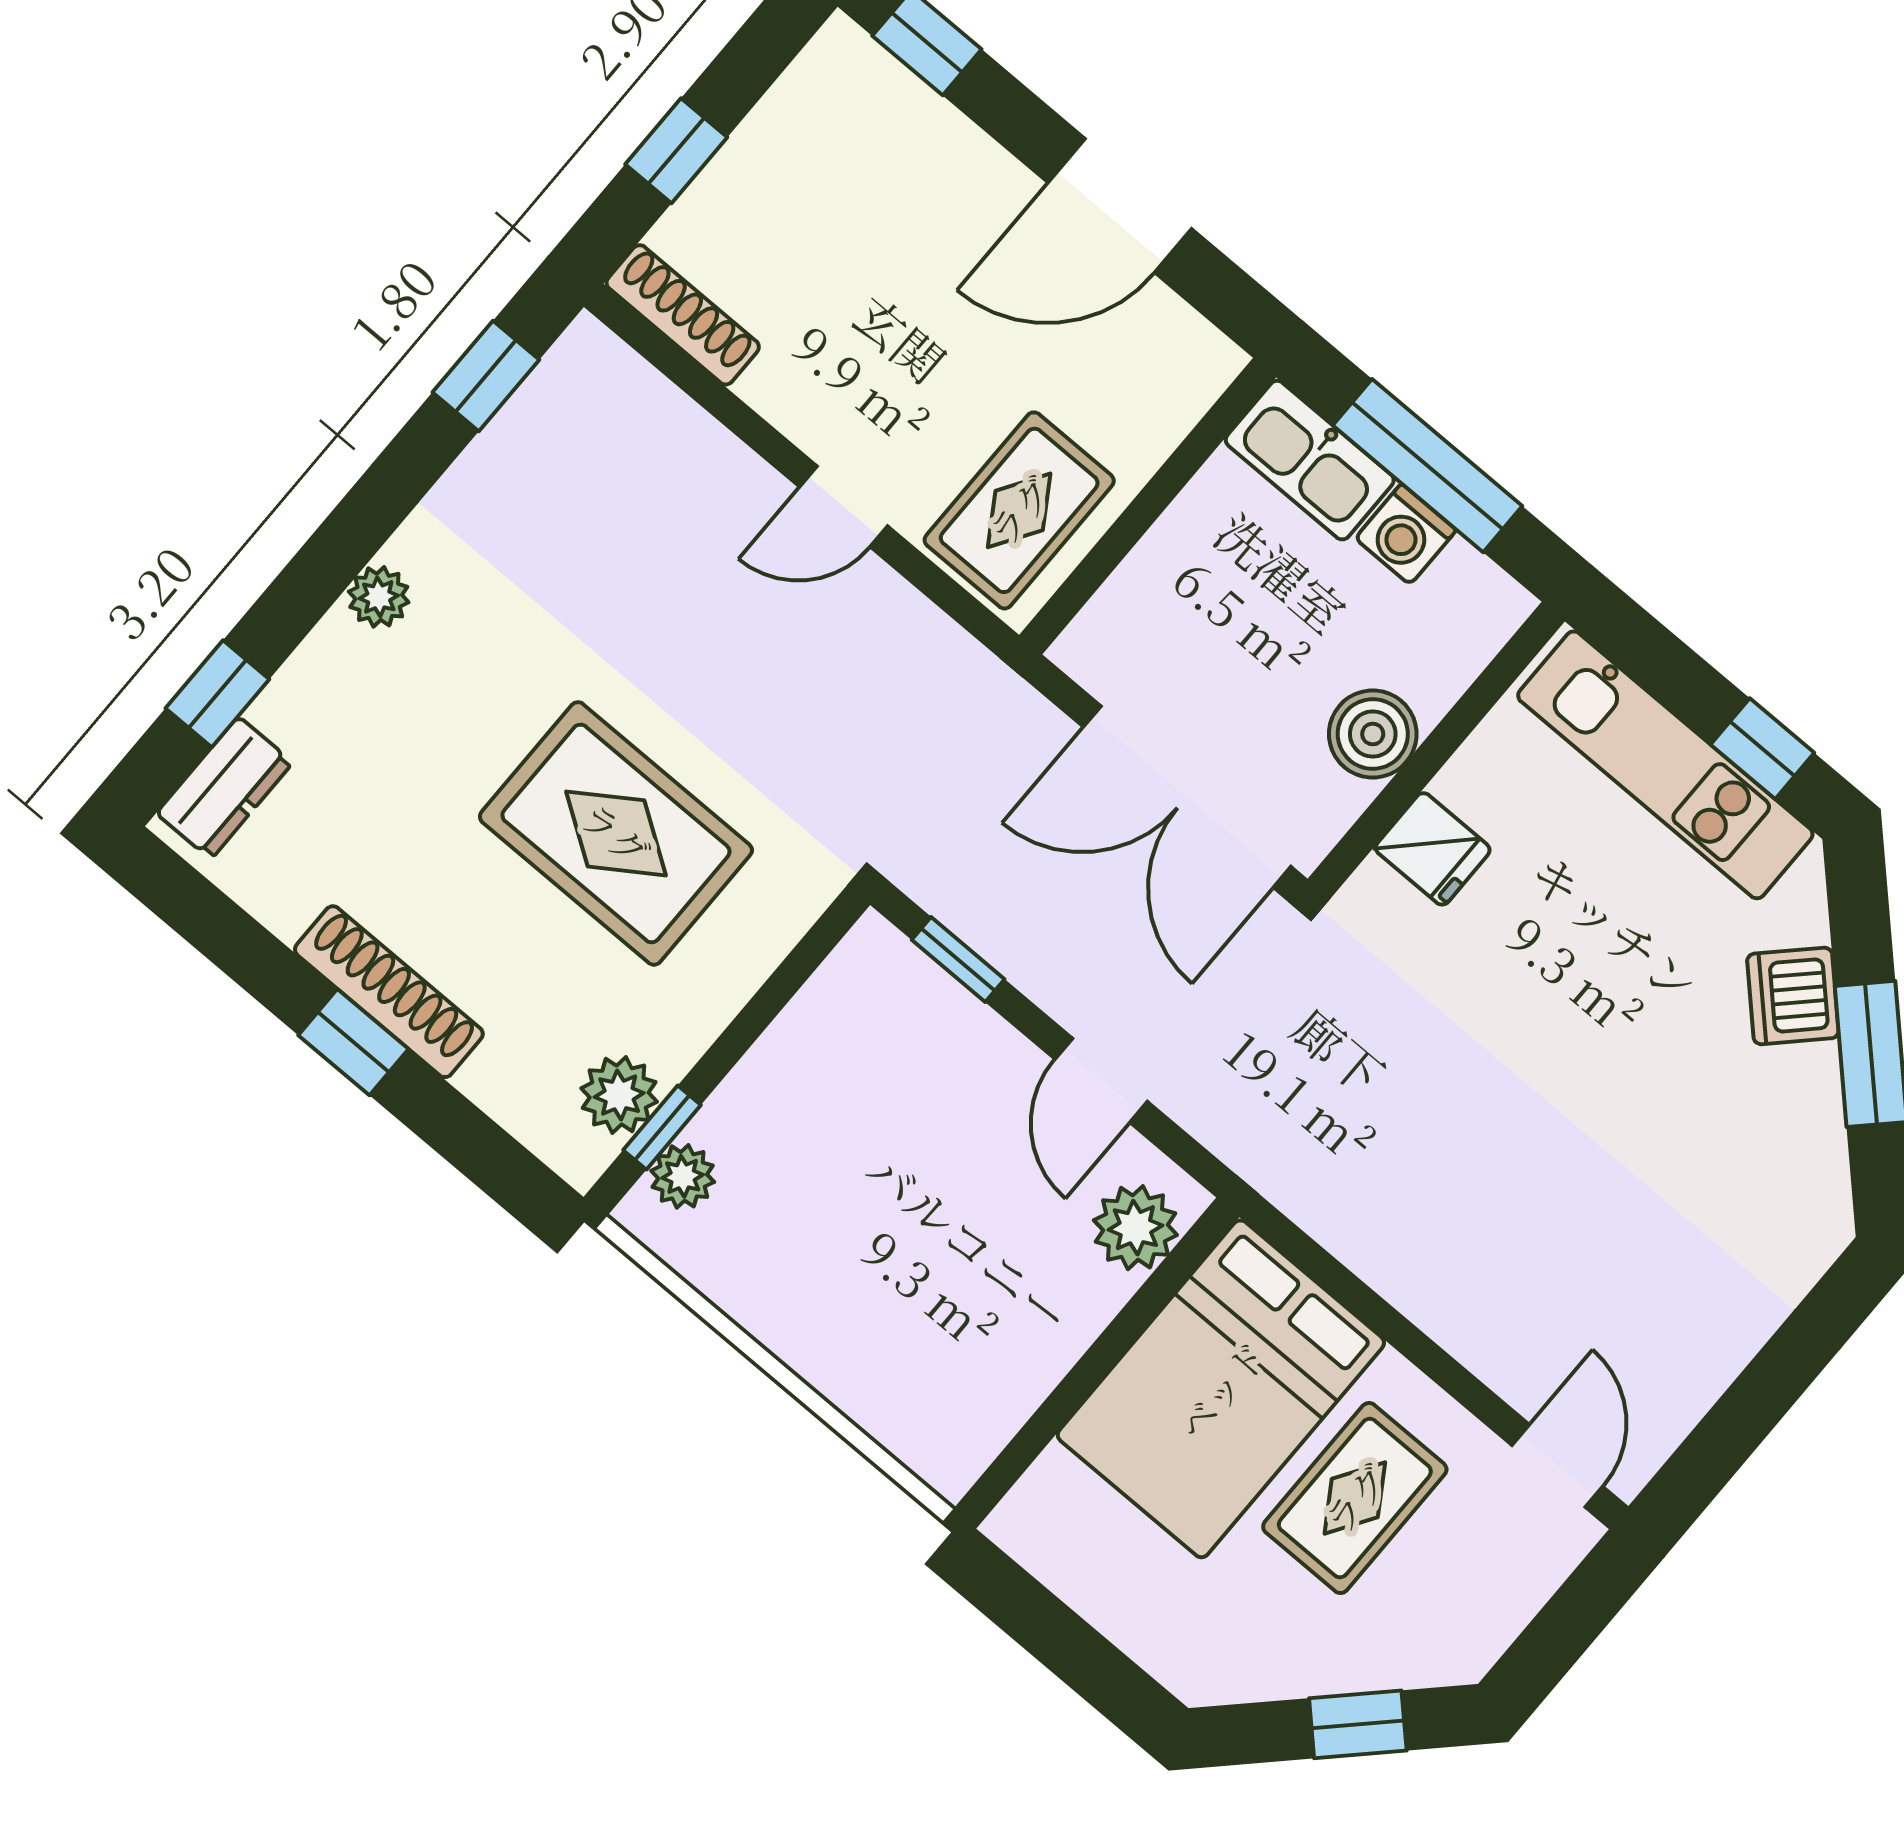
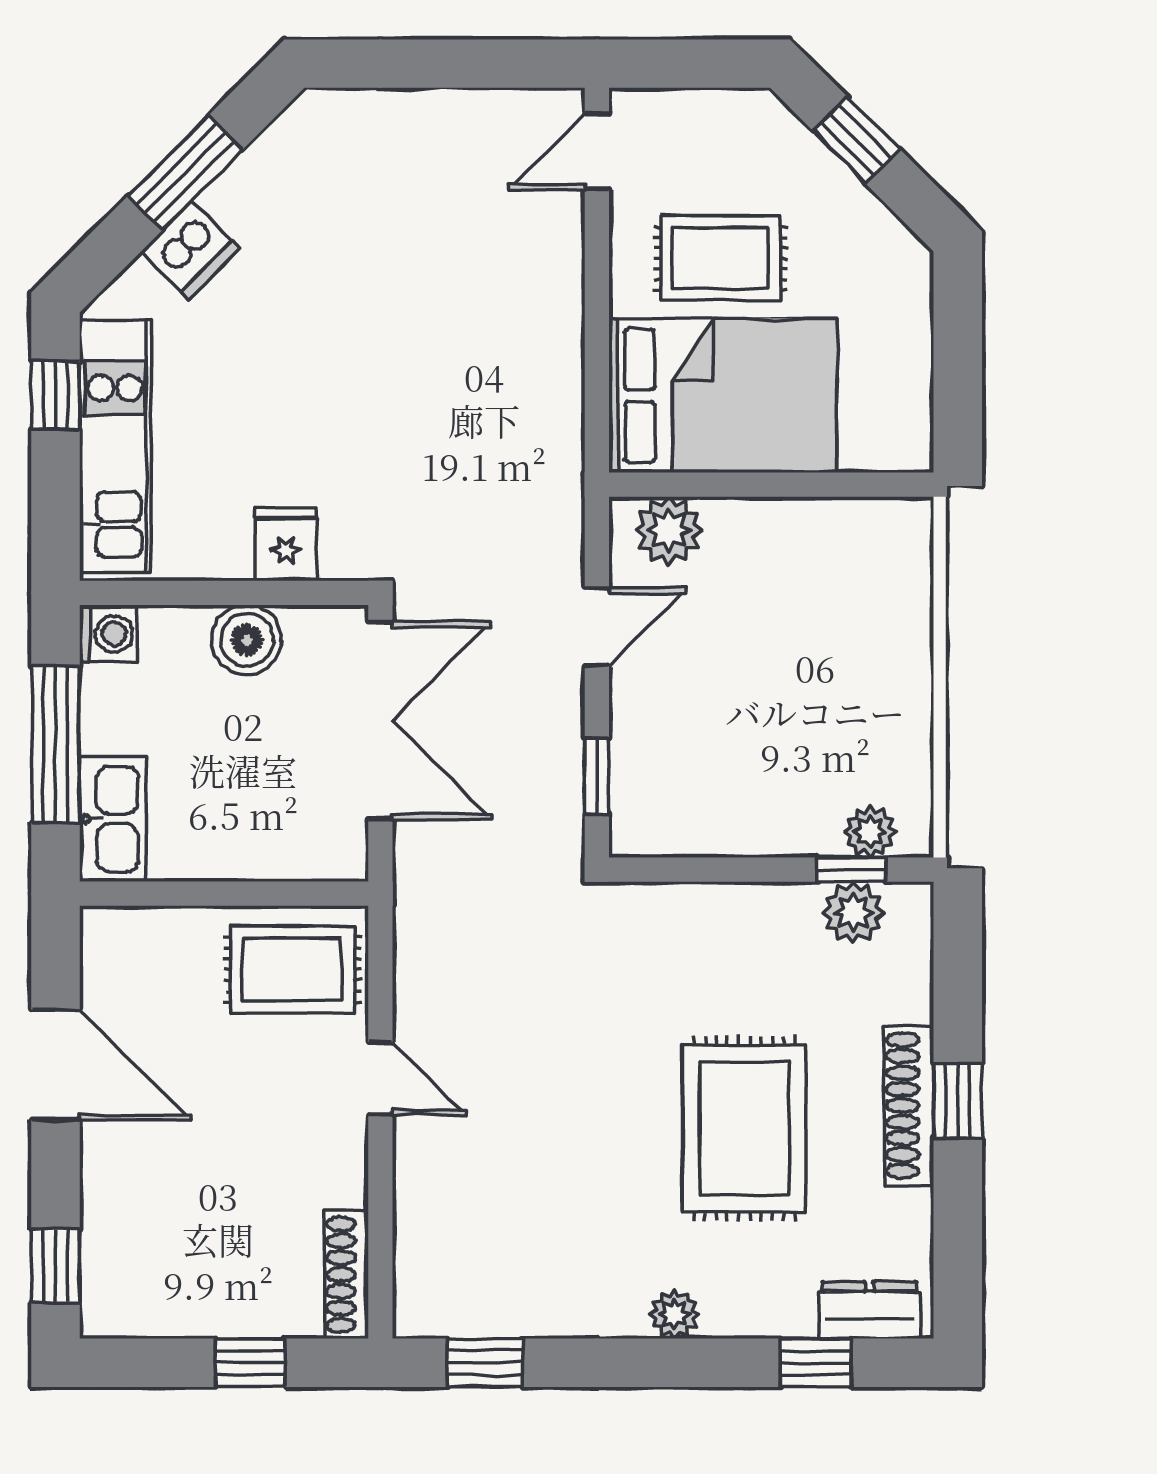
washing machine: (1406, 534) -> (108, 634), moved
rug: (616, 833) -> (744, 1128), moved

